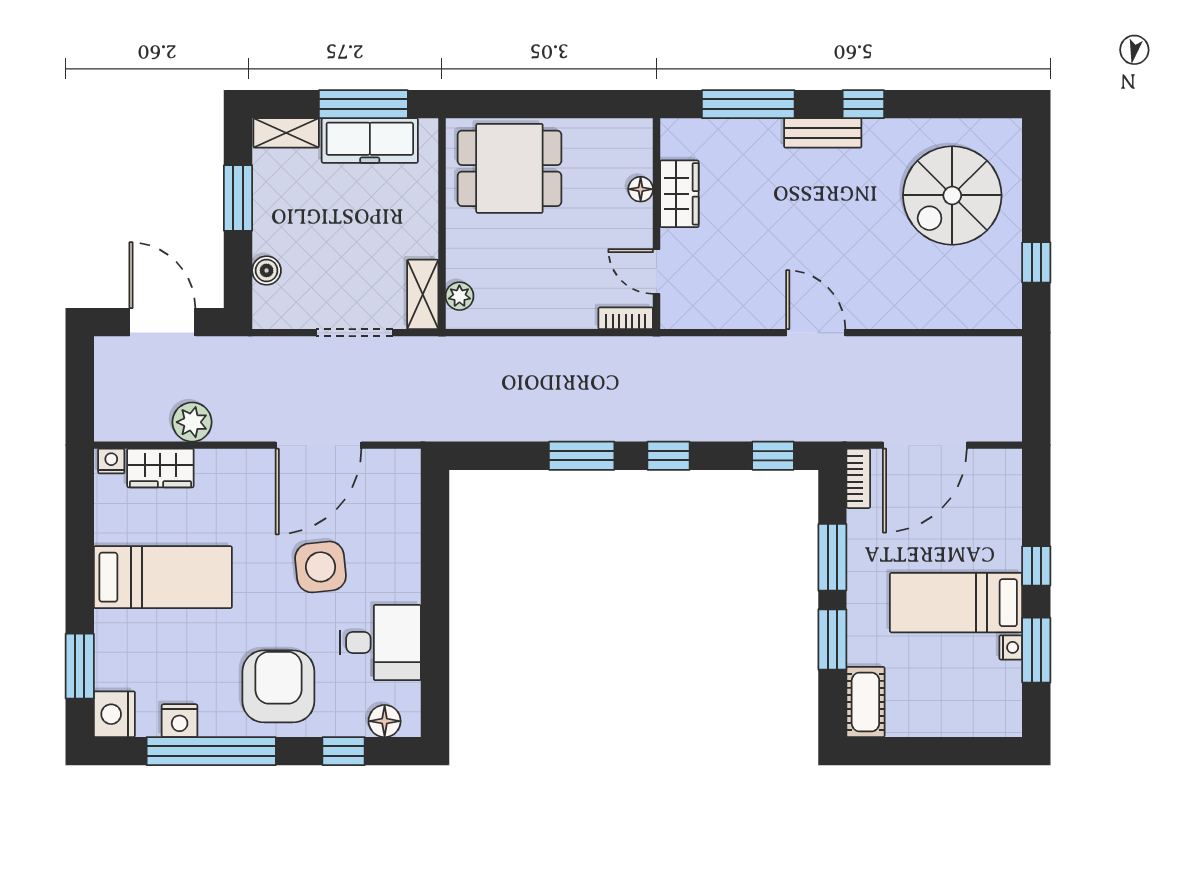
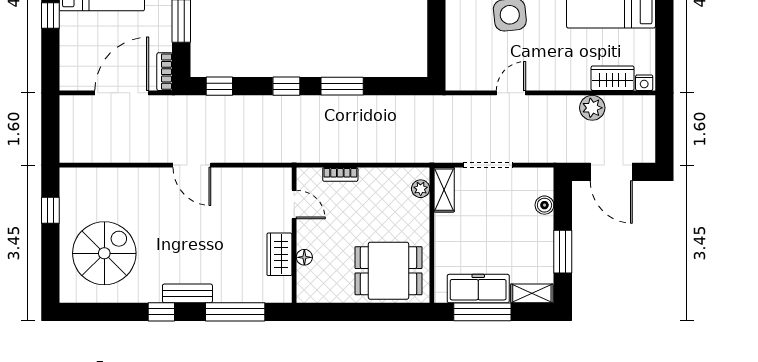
bookcase: (626, 318) -> (340, 174), moved
door: (319, 445) -> (511, 93), width x0.53

